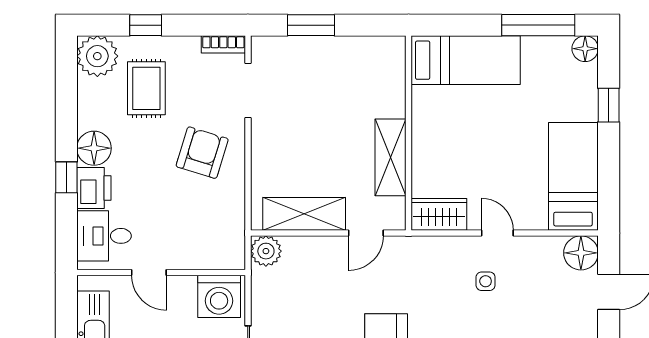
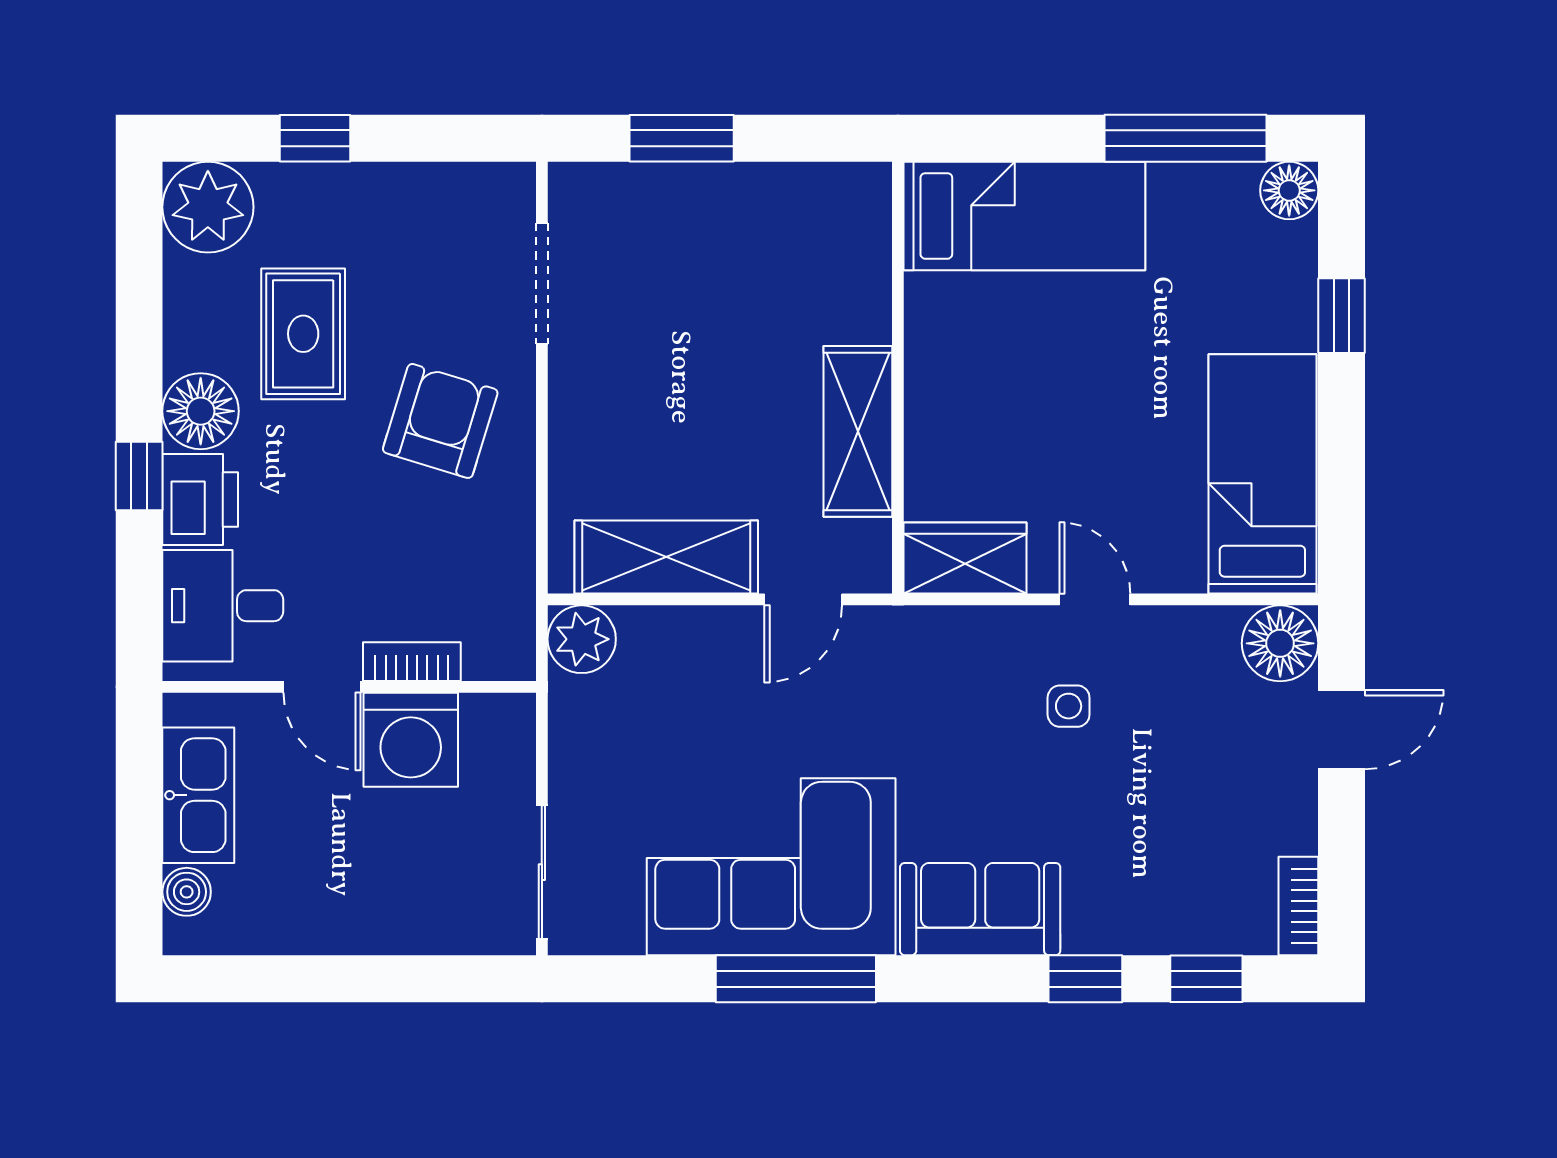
bookcase: (223, 44) -> (412, 662), moved, turned 180
rug: (146, 88) -> (303, 334), moved
washing machine: (219, 296) -> (411, 740), moved

